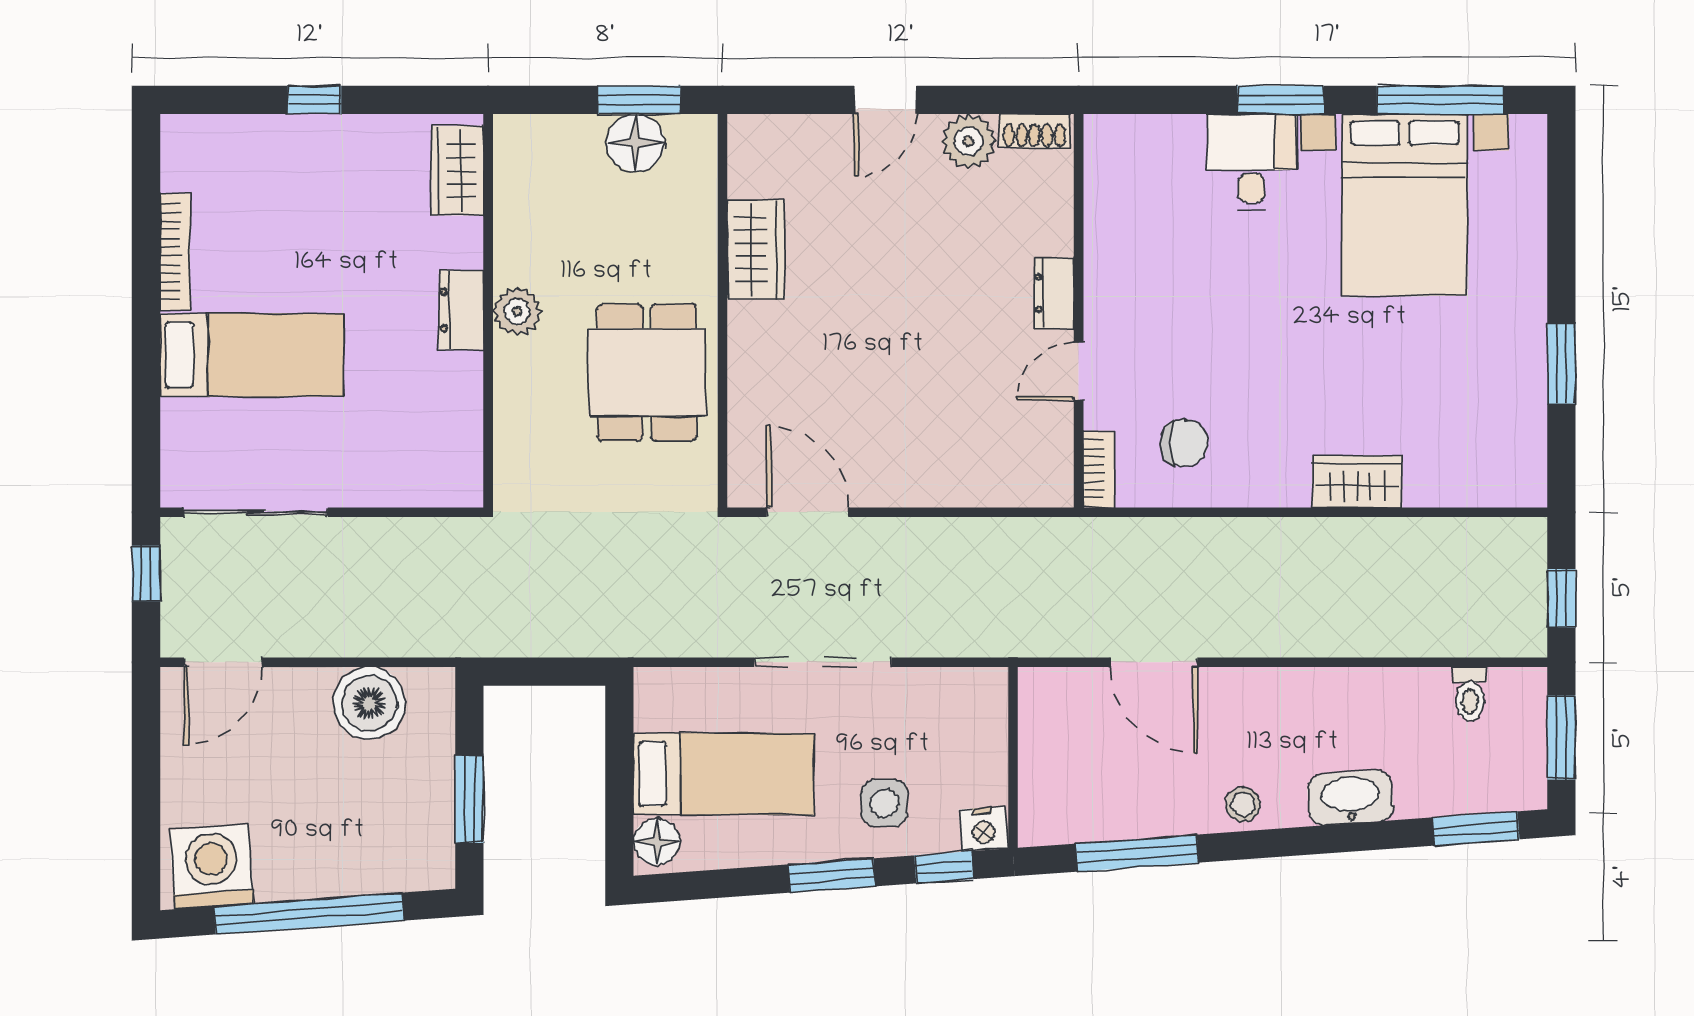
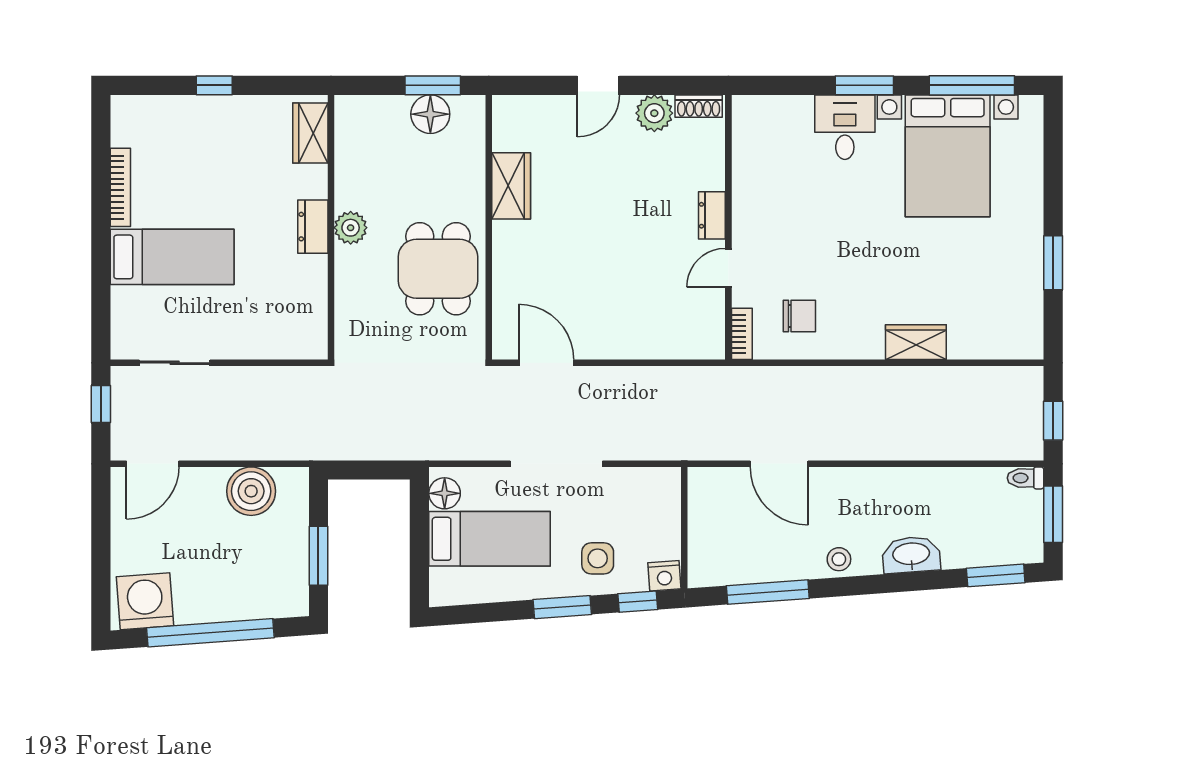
sliding door: (256, 512) -> (175, 363), width x0.73
toilet: (1470, 694) -> (1026, 478), moved, turned 90
floor lamp: (657, 842) -> (445, 493), moved

